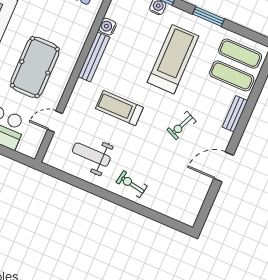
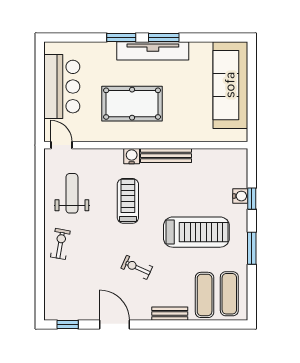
water cooler: (108, 27) -> (132, 156), moved
door: (55, 122) -> (61, 145), moved
window: (206, 208) -> (68, 325), added

